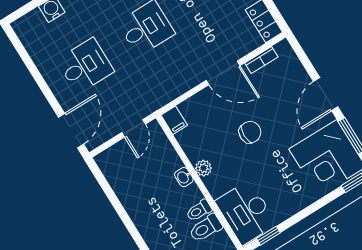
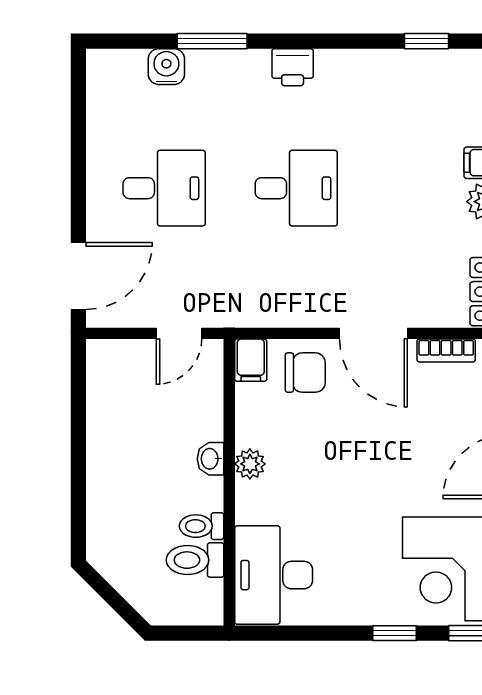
chair: (250, 132) -> (305, 373), moved
window: (268, 236) -> (395, 633), moved

